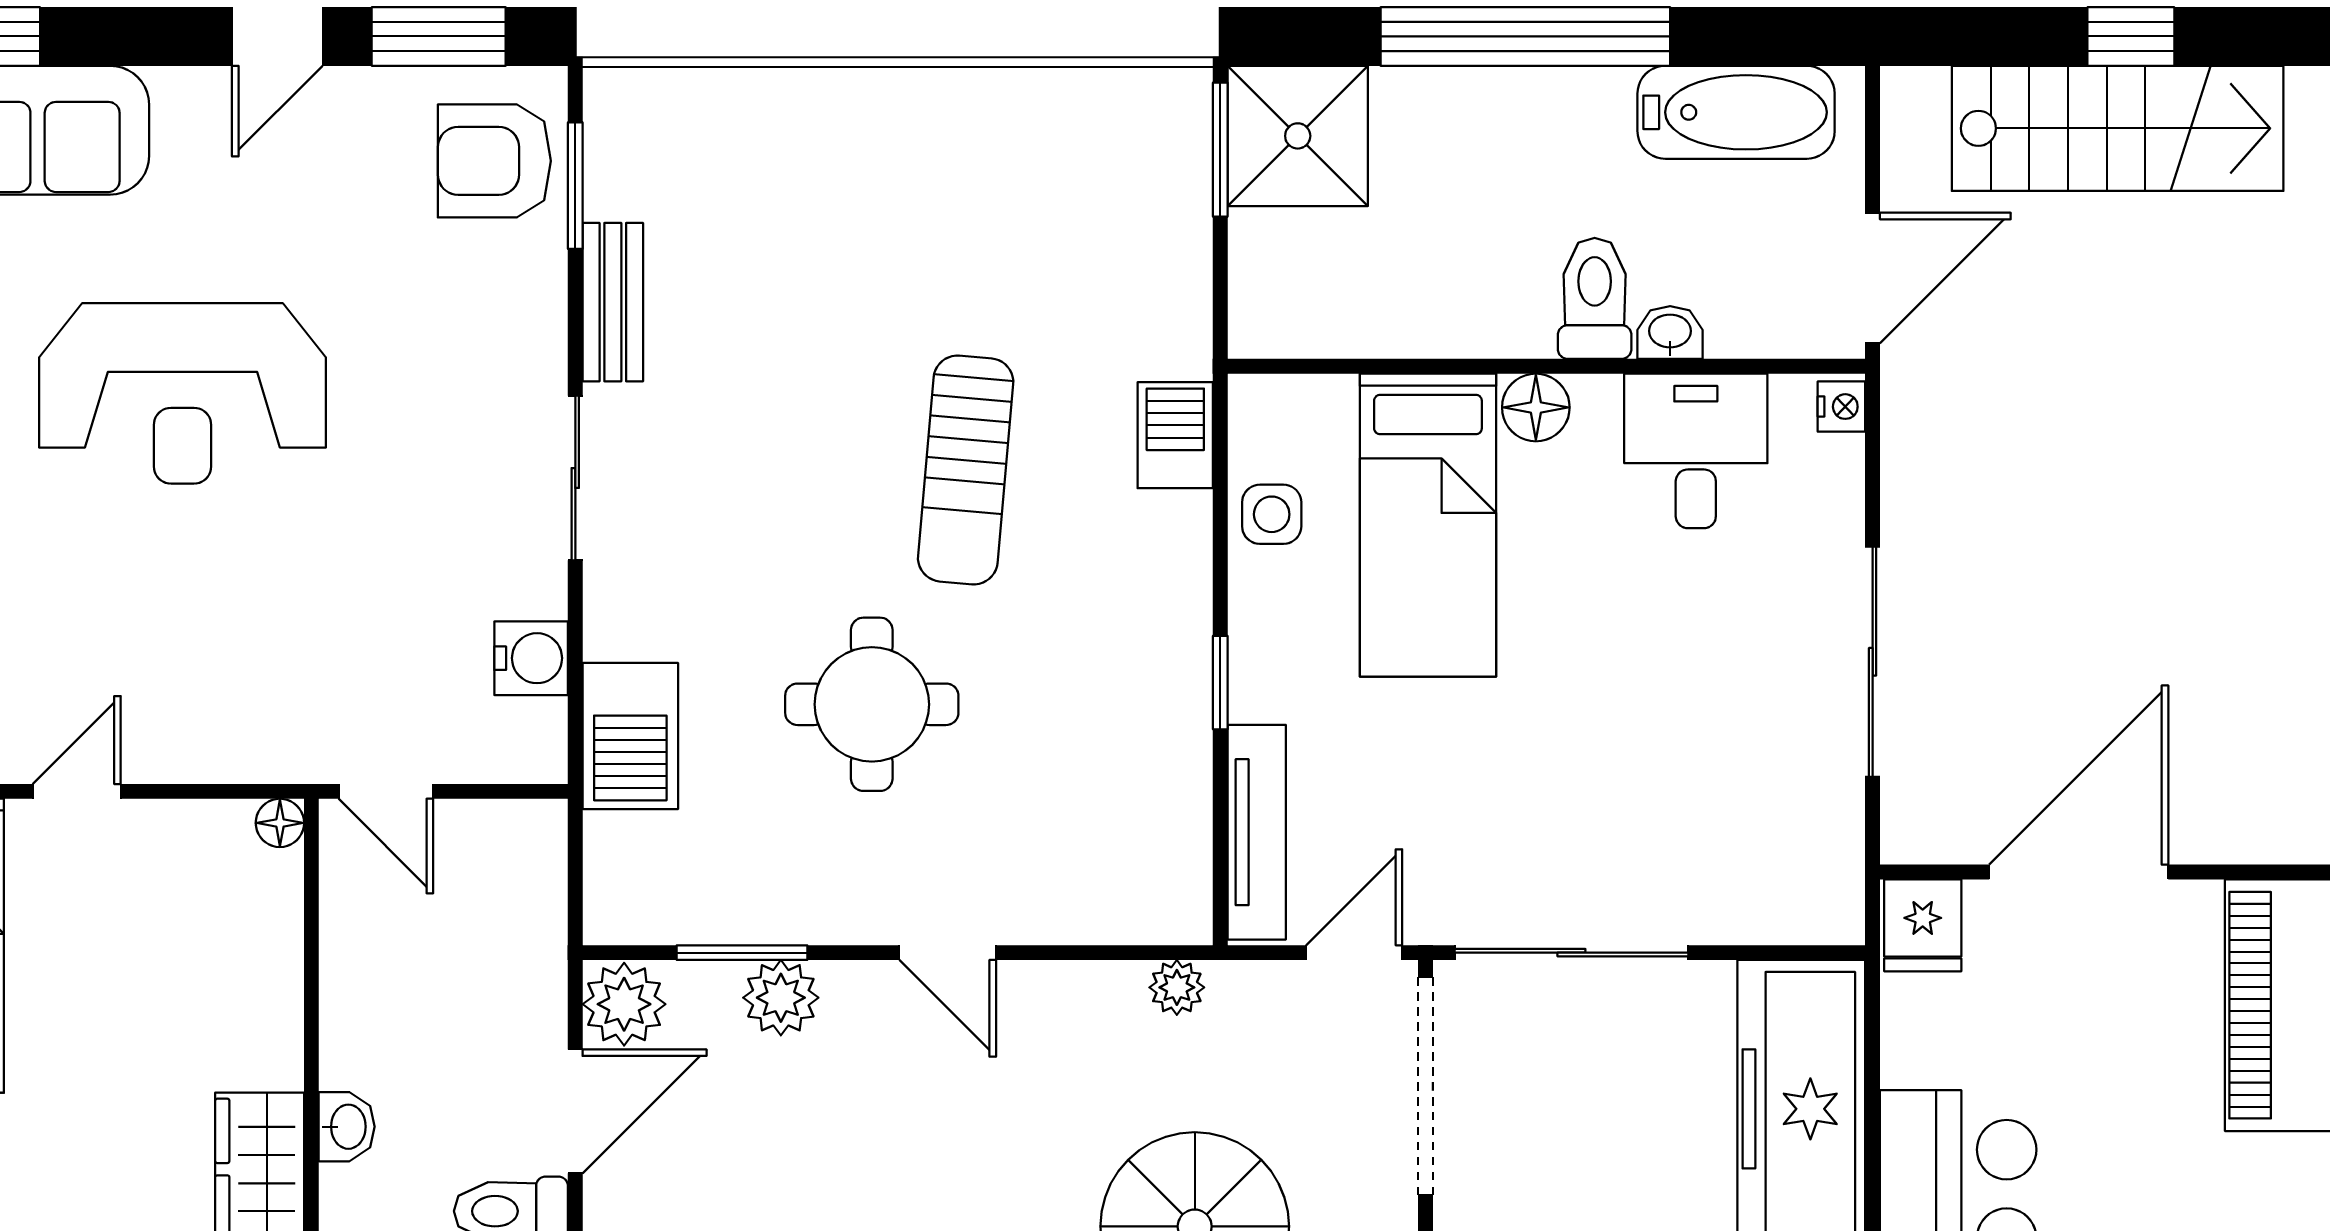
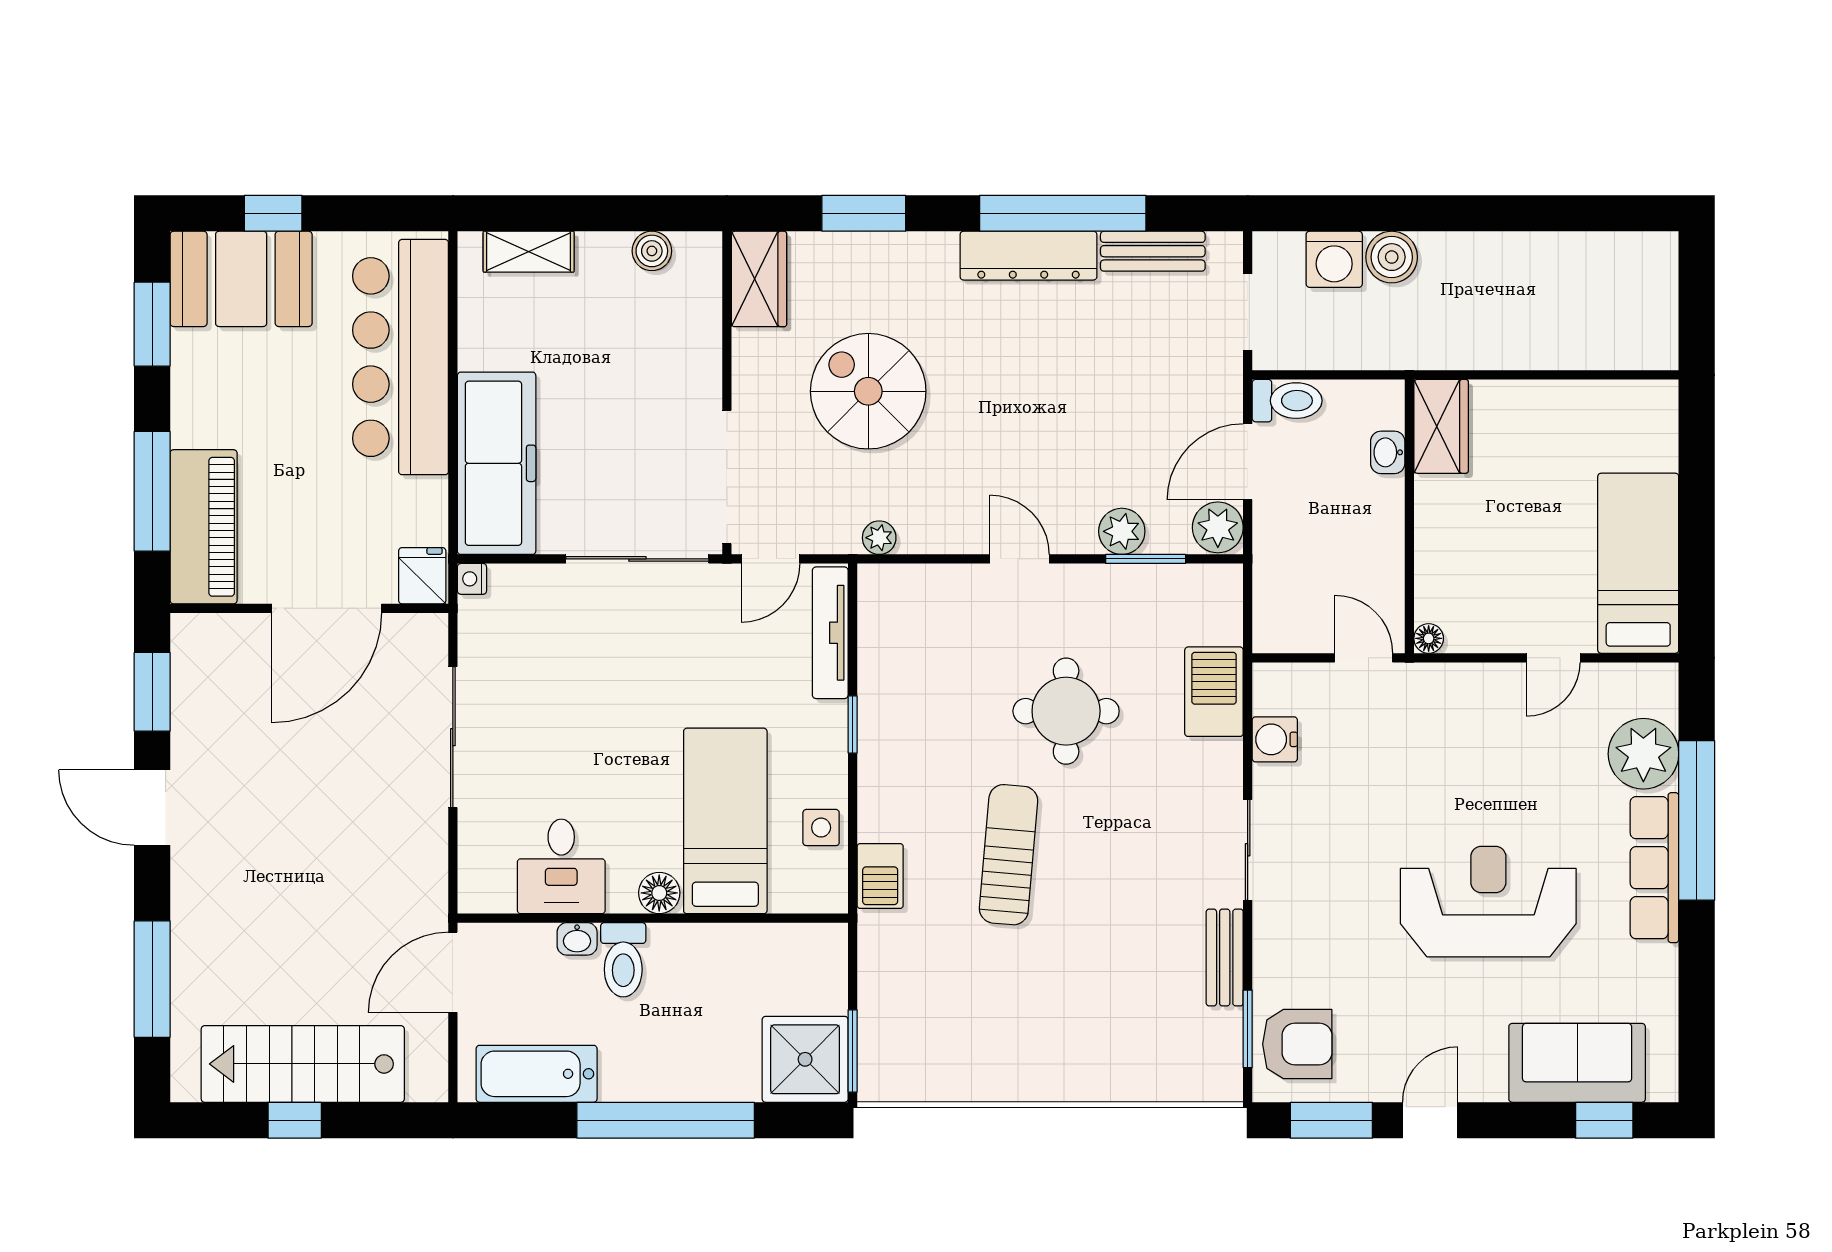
nightstand: (1841, 407) -> (472, 579), moved

